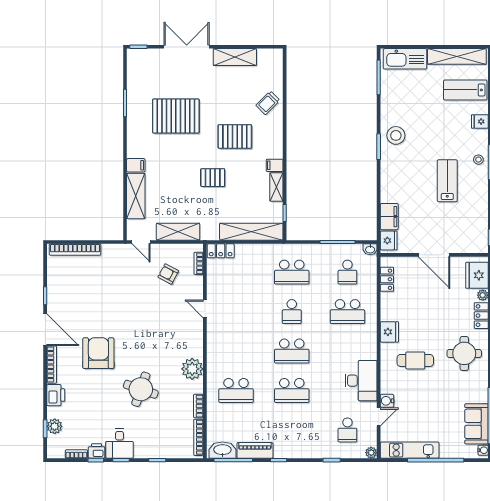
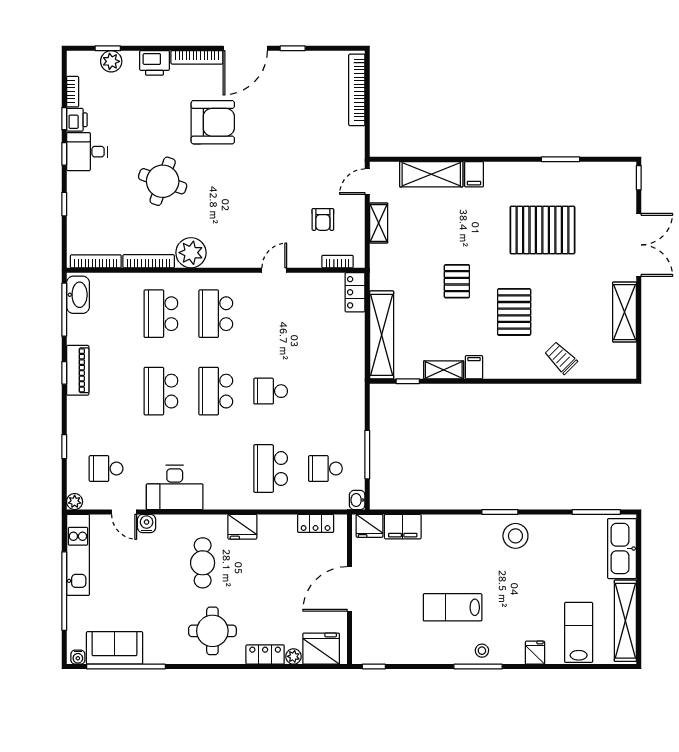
pallet: (176, 116) -> (542, 230), turned 90
lab bench: (447, 181) -> (453, 607), turned 180
shelving: (178, 232) -> (379, 223), width x0.67, depth x0.75
school desk: (292, 272) -> (216, 314), moved
armchair: (168, 274) -> (323, 219), turned 152
bookcase: (198, 406) -> (149, 261), width x1.56
piano: (255, 450) -> (78, 370), moved

